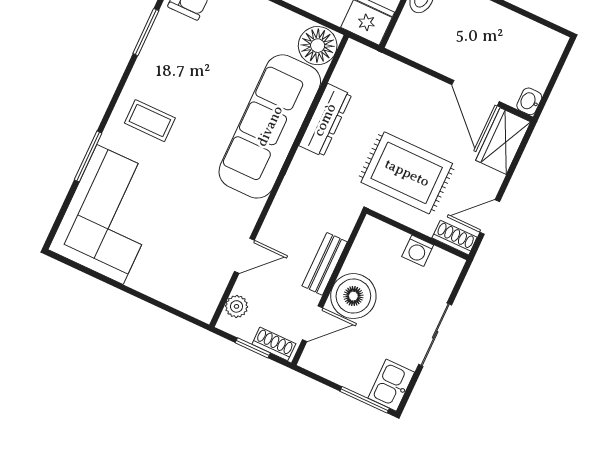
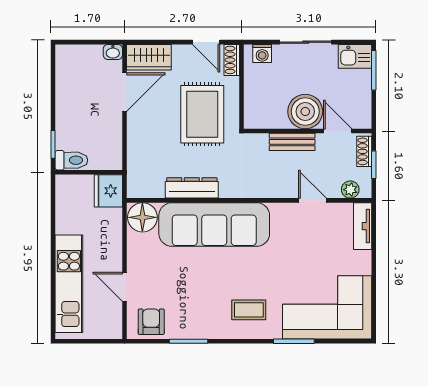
coffee table: (150, 121) -> (249, 310), turned 90
washing machine: (418, 251) -> (262, 54), moved, turned 90
tv unit: (186, 301) -> (363, 226), added

